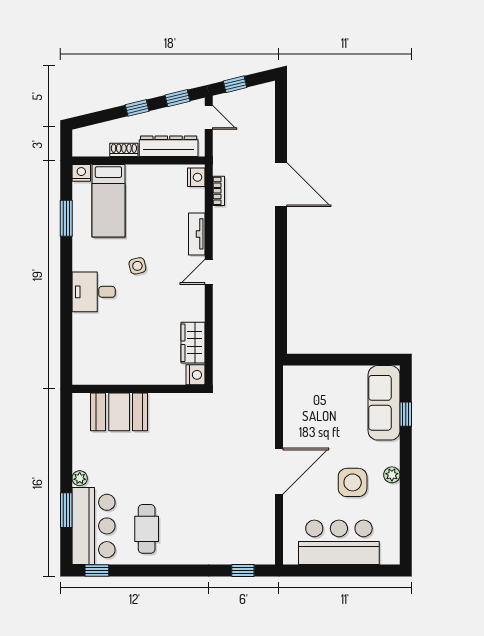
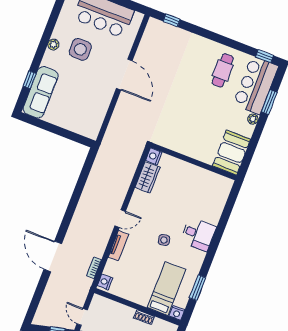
dresser: (169, 146) -> (115, 308), removed
booth: (119, 412) -> (232, 153), moved, turned 90
door: (279, 471) -> (124, 75), swing flipped

